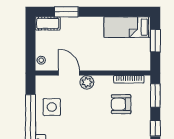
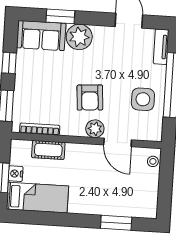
cot: (48, 23) -> (48, 150), moved
nightstand: (145, 44) -> (16, 174), added
armchair: (121, 104) -> (90, 98), moved, turned 86

